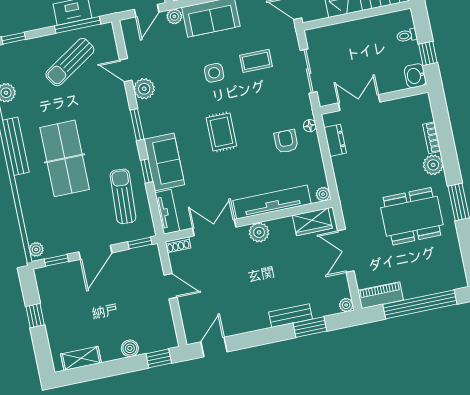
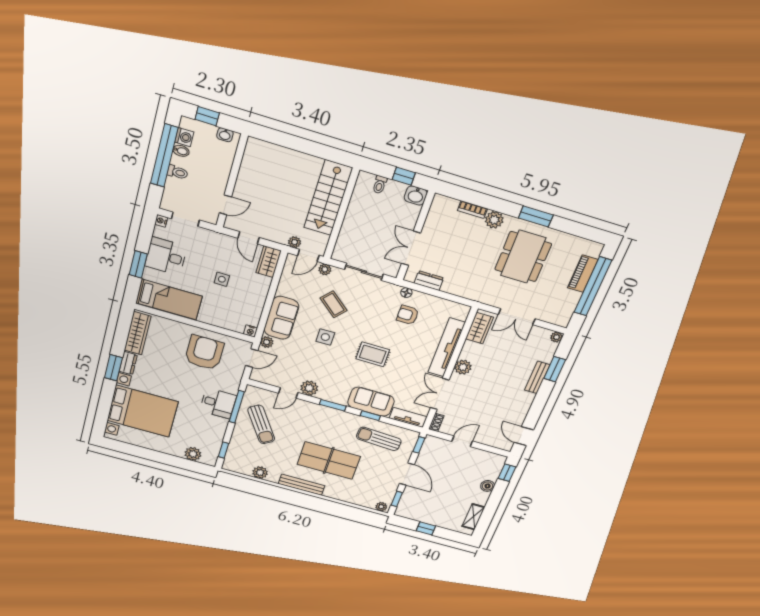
door: (147, 11) -> (252, 358), hinge flipped
coffee table: (256, 61) -> (334, 304), turned -49
plant: (323, 194) -> (325, 269), moved
piano: (381, 295) -> (583, 274), moved

